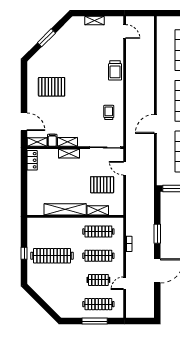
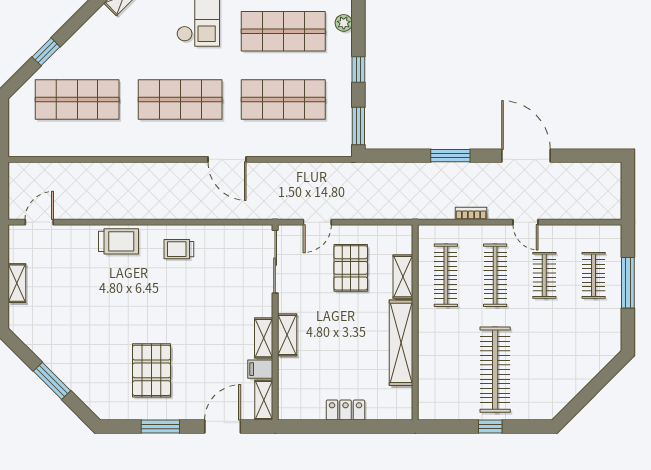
window: (24, 91) -> (160, 427), added
trolley: (109, 112) -> (179, 249), moved
locker: (32, 160) -> (346, 410), moved
door: (125, 283) -> (526, 222), moved
clothes rail: (98, 304) -> (594, 275), width x0.73

